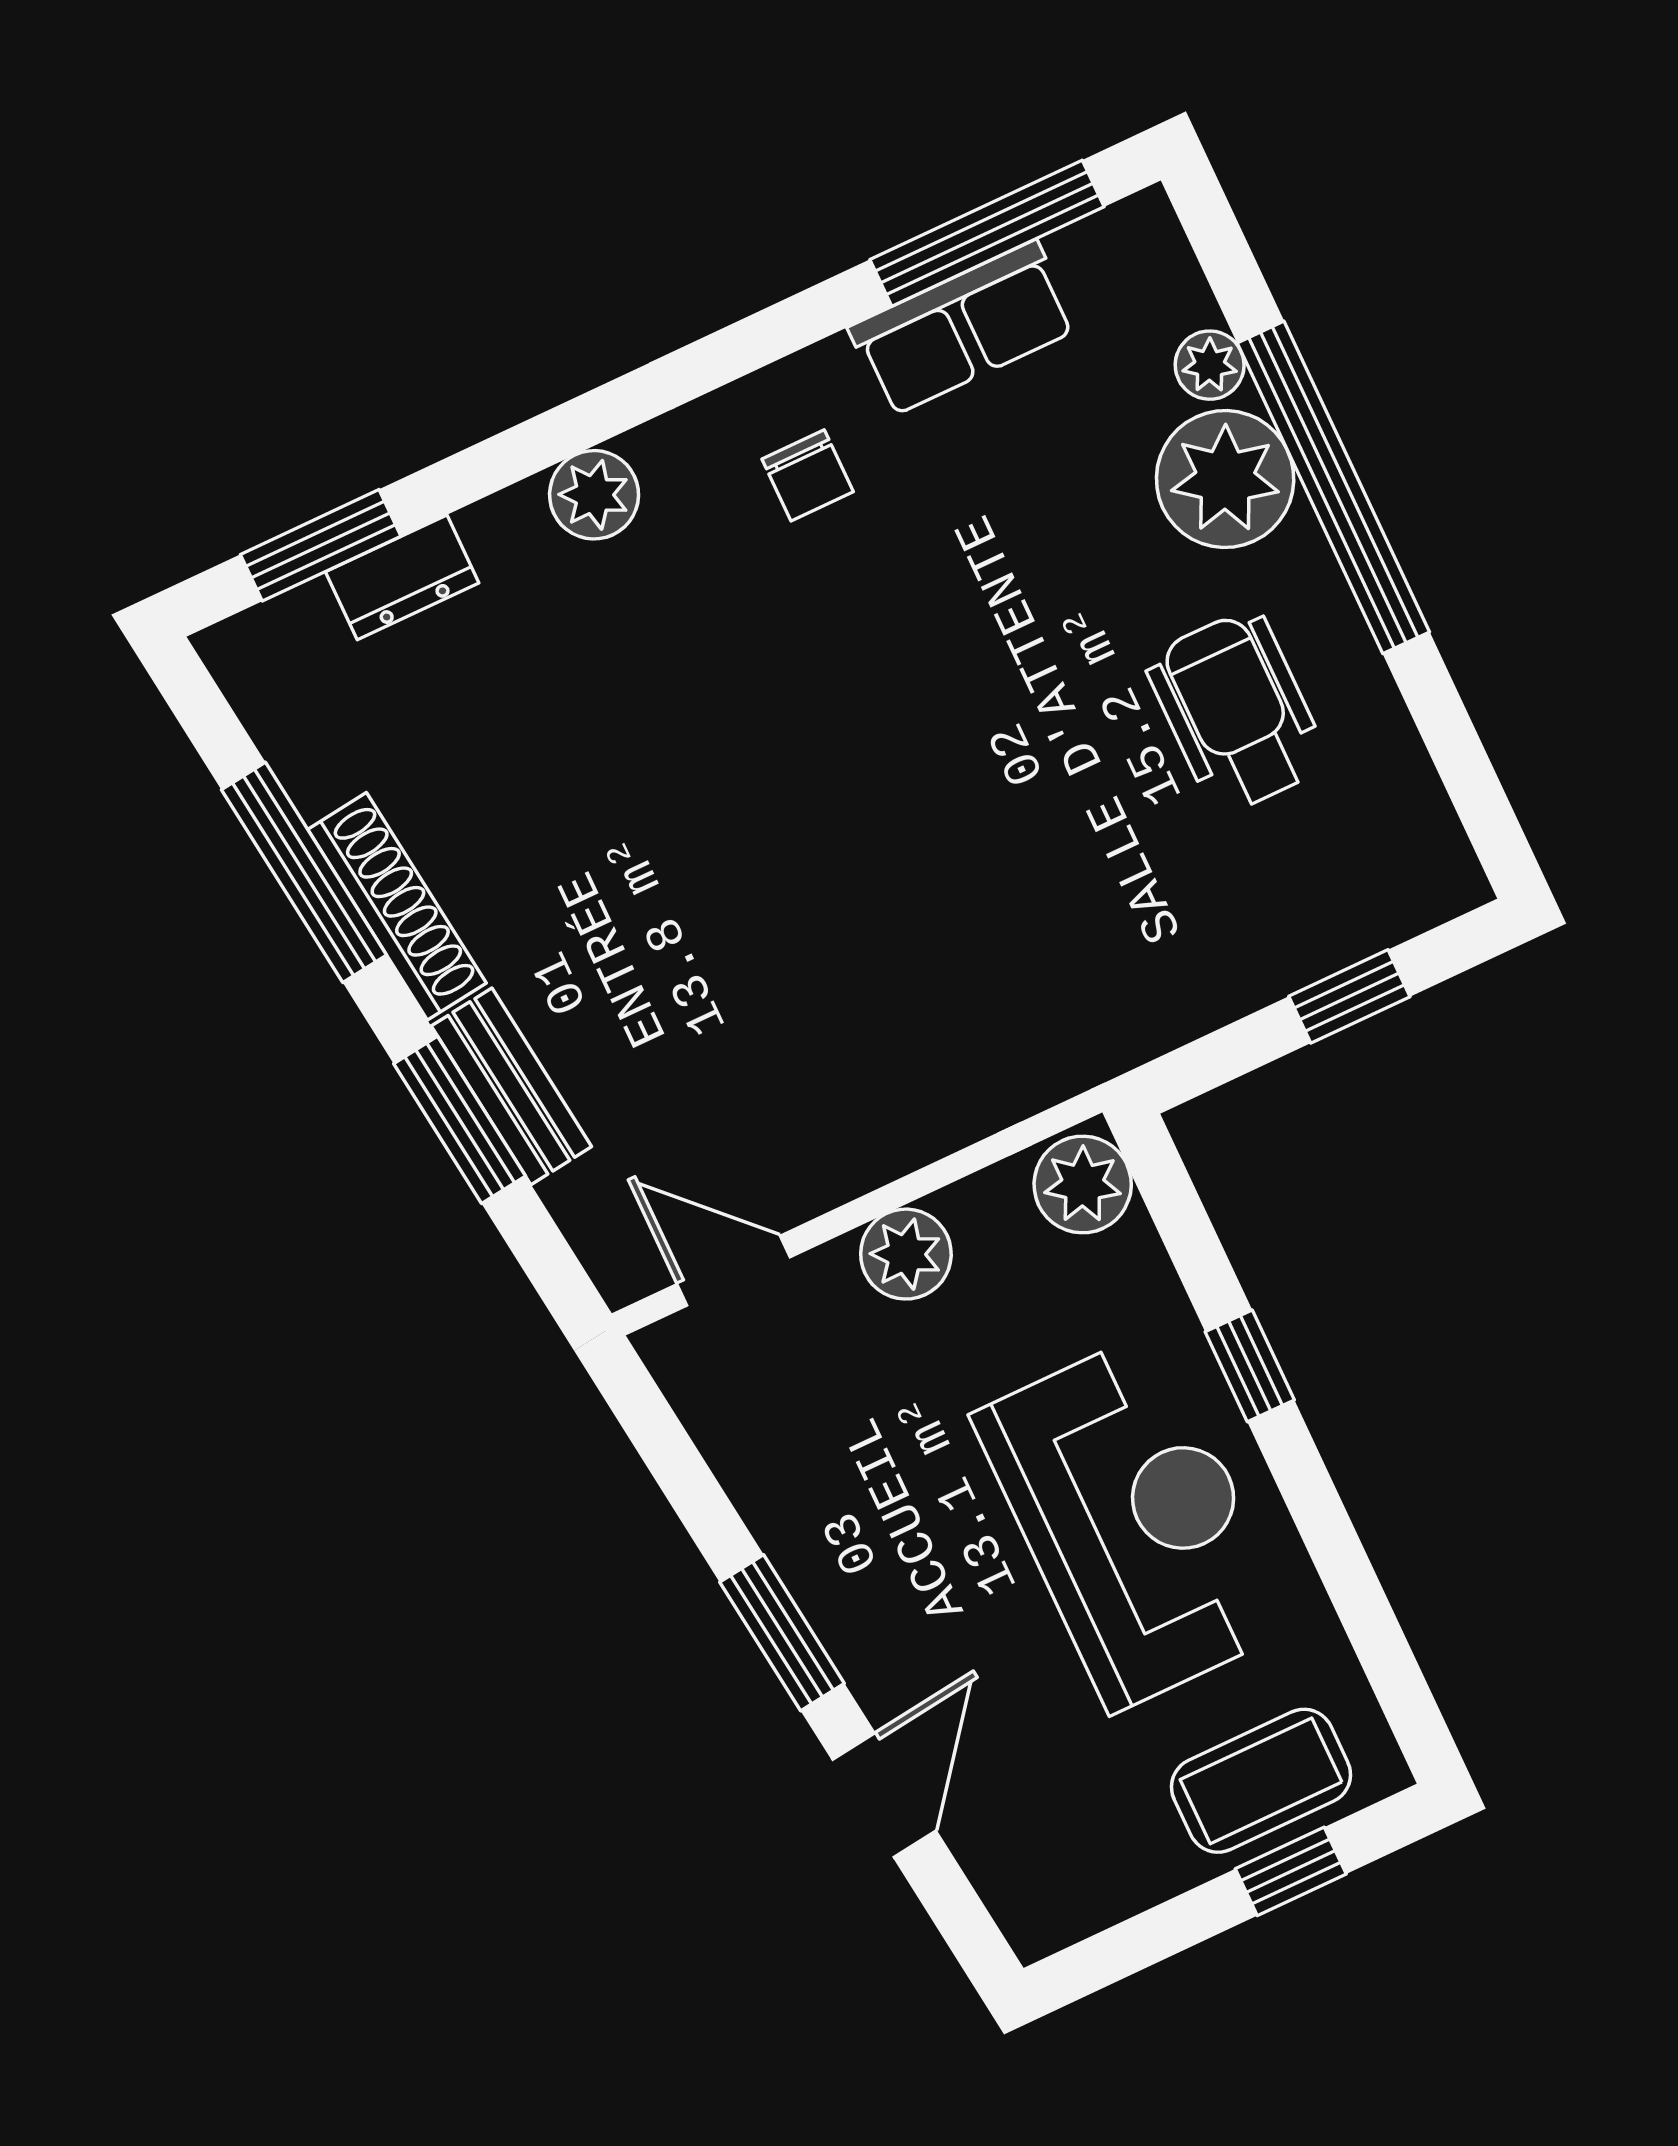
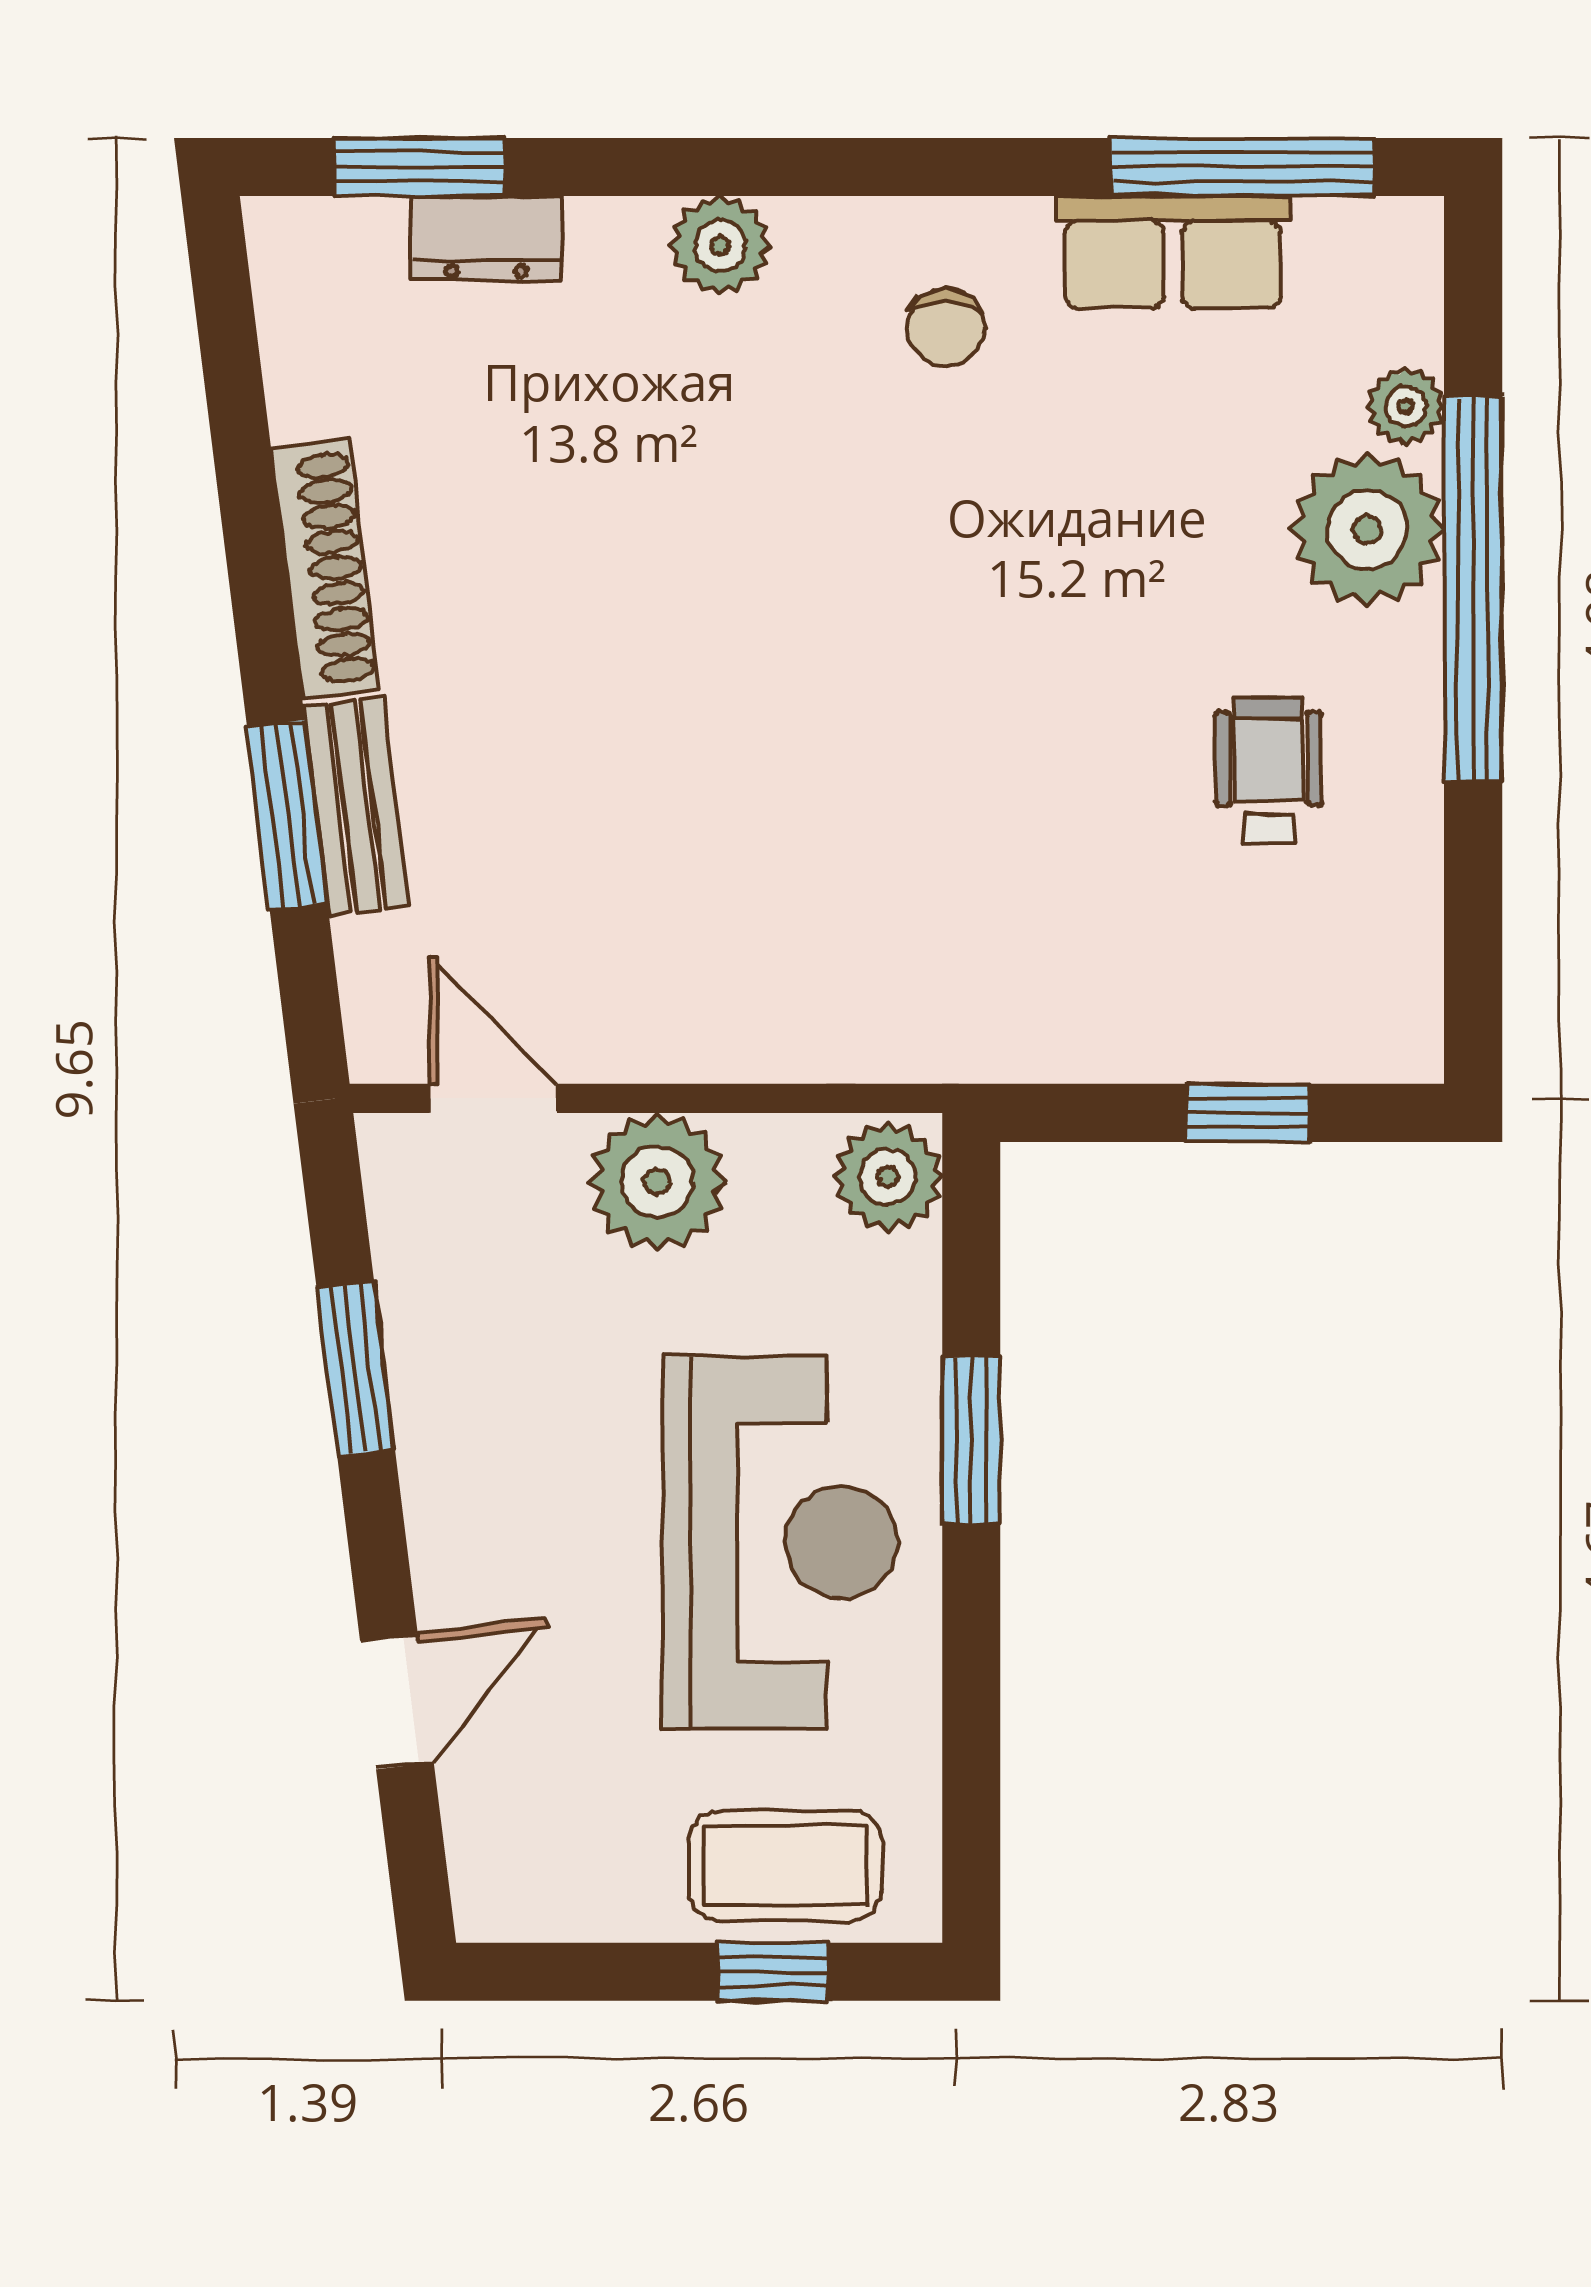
wheelchair: (1237, 712) -> (1269, 771), width x0.73, depth x0.73
window: (304, 872) -> (247, 491), removed
plant: (906, 1254) -> (657, 1182), width x1.36, depth x1.36
window: (1250, 1366) -> (971, 1440), width x1.50
window: (782, 1633) -> (356, 1369), moved

